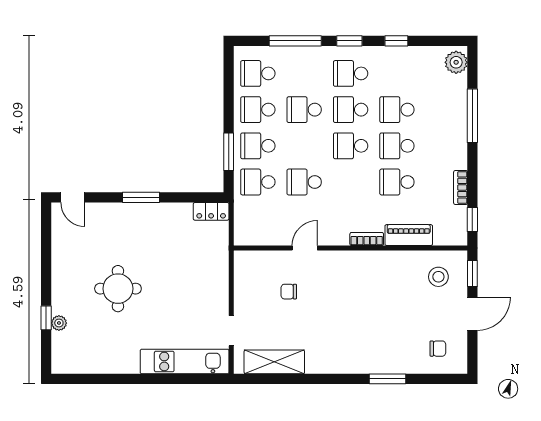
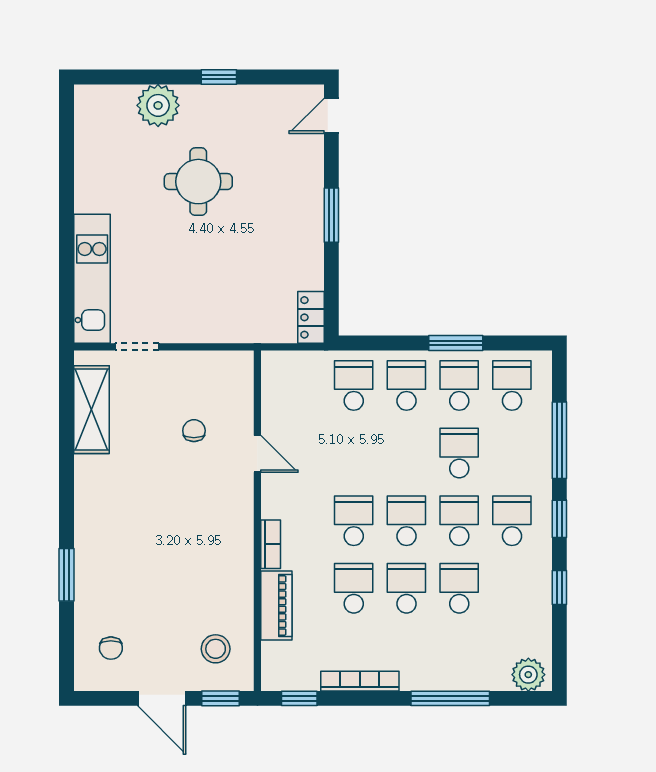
window: (229, 152) -> (456, 343), moved
school desk: (304, 182) -> (354, 521), moved
bookcase: (461, 187) -> (360, 681), width x1.56
window: (46, 318) -> (219, 77), moved
plant: (59, 323) -> (158, 105), width x1.88, depth x1.88

